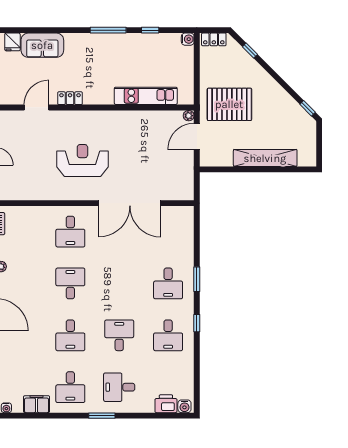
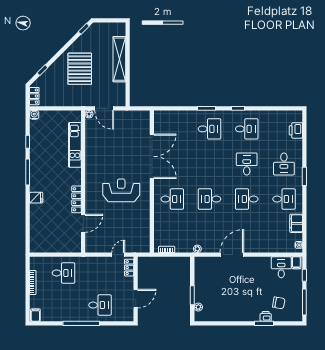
fridge: (12, 42) -> (36, 198), moved
sofa: (42, 45) -> (39, 219), removed
locker: (70, 98) -> (77, 199), width x1.53
pallet: (229, 104) -> (80, 69), moved
door: (37, 107) -> (83, 223), swing flipped
reception desk: (82, 160) -> (121, 190), turned 90
desk: (70, 335) -> (247, 199), turned 180
desk: (119, 335) -> (247, 164), turned 90
water cooler: (184, 406) -> (298, 117), removed

